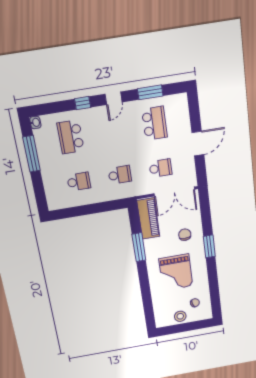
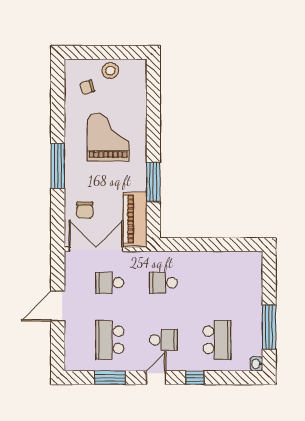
school desk: (79, 182) -> (163, 340), moved, turned 180
chair: (185, 235) -> (85, 210), moved
window: (209, 246) -> (58, 166), width x1.44

